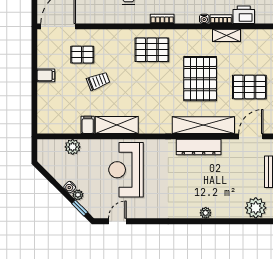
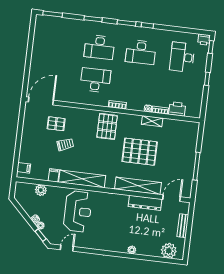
shelving: (226, 35) -> (152, 121), moved
pallet: (152, 50) -> (107, 126), turned 90
filing cabinet: (46, 75) -> (24, 168), moved
pallet: (200, 79) -> (140, 152), turned 90
pallet: (249, 87) -> (175, 162), removed
shelving: (117, 125) -> (82, 179), width x1.47
dresser: (199, 147) -> (145, 203), moved
reception desk: (126, 170) -> (78, 211), turned 180

